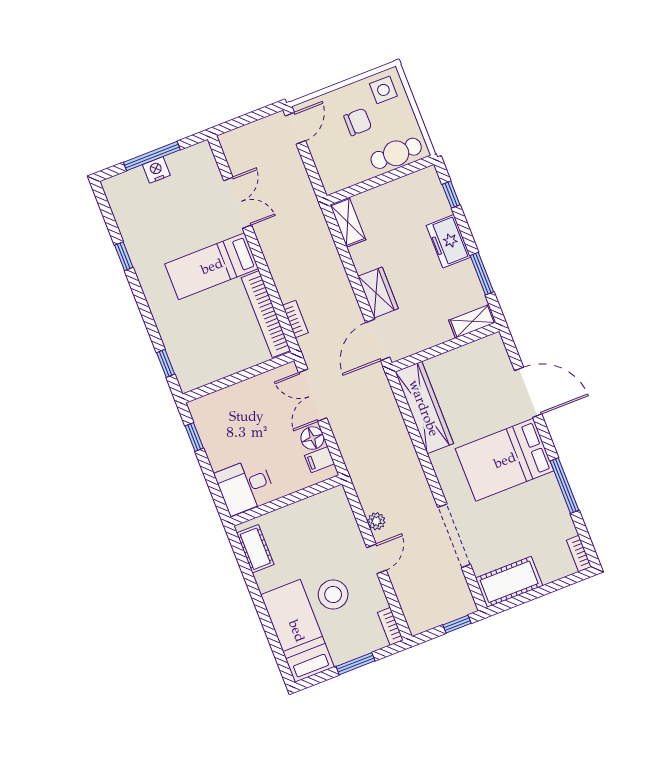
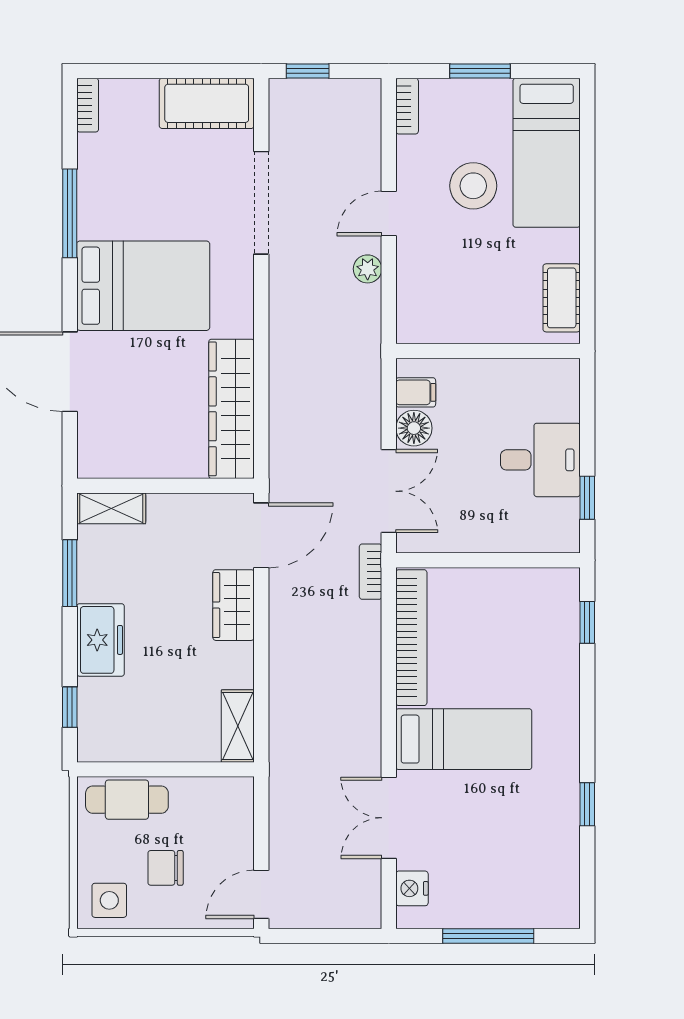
nightstand: (156, 170) -> (412, 888), moved, turned 90
bookcase: (295, 319) -> (371, 572), moved
desk: (245, 486) -> (540, 460), moved

